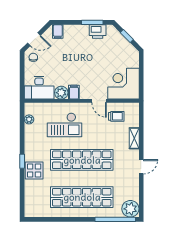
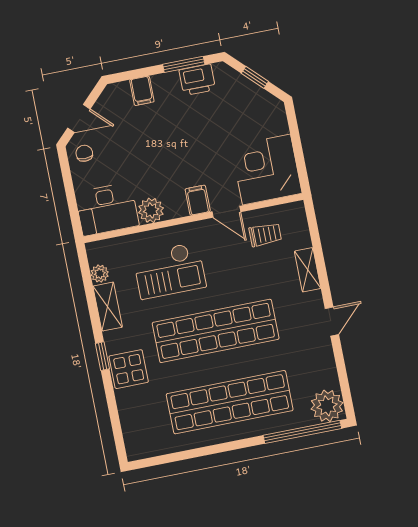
filing cabinet: (58, 32) -> (142, 91), moved
filing cabinet: (74, 92) -> (198, 200), moved
shelving: (30, 137) -> (108, 307), added

